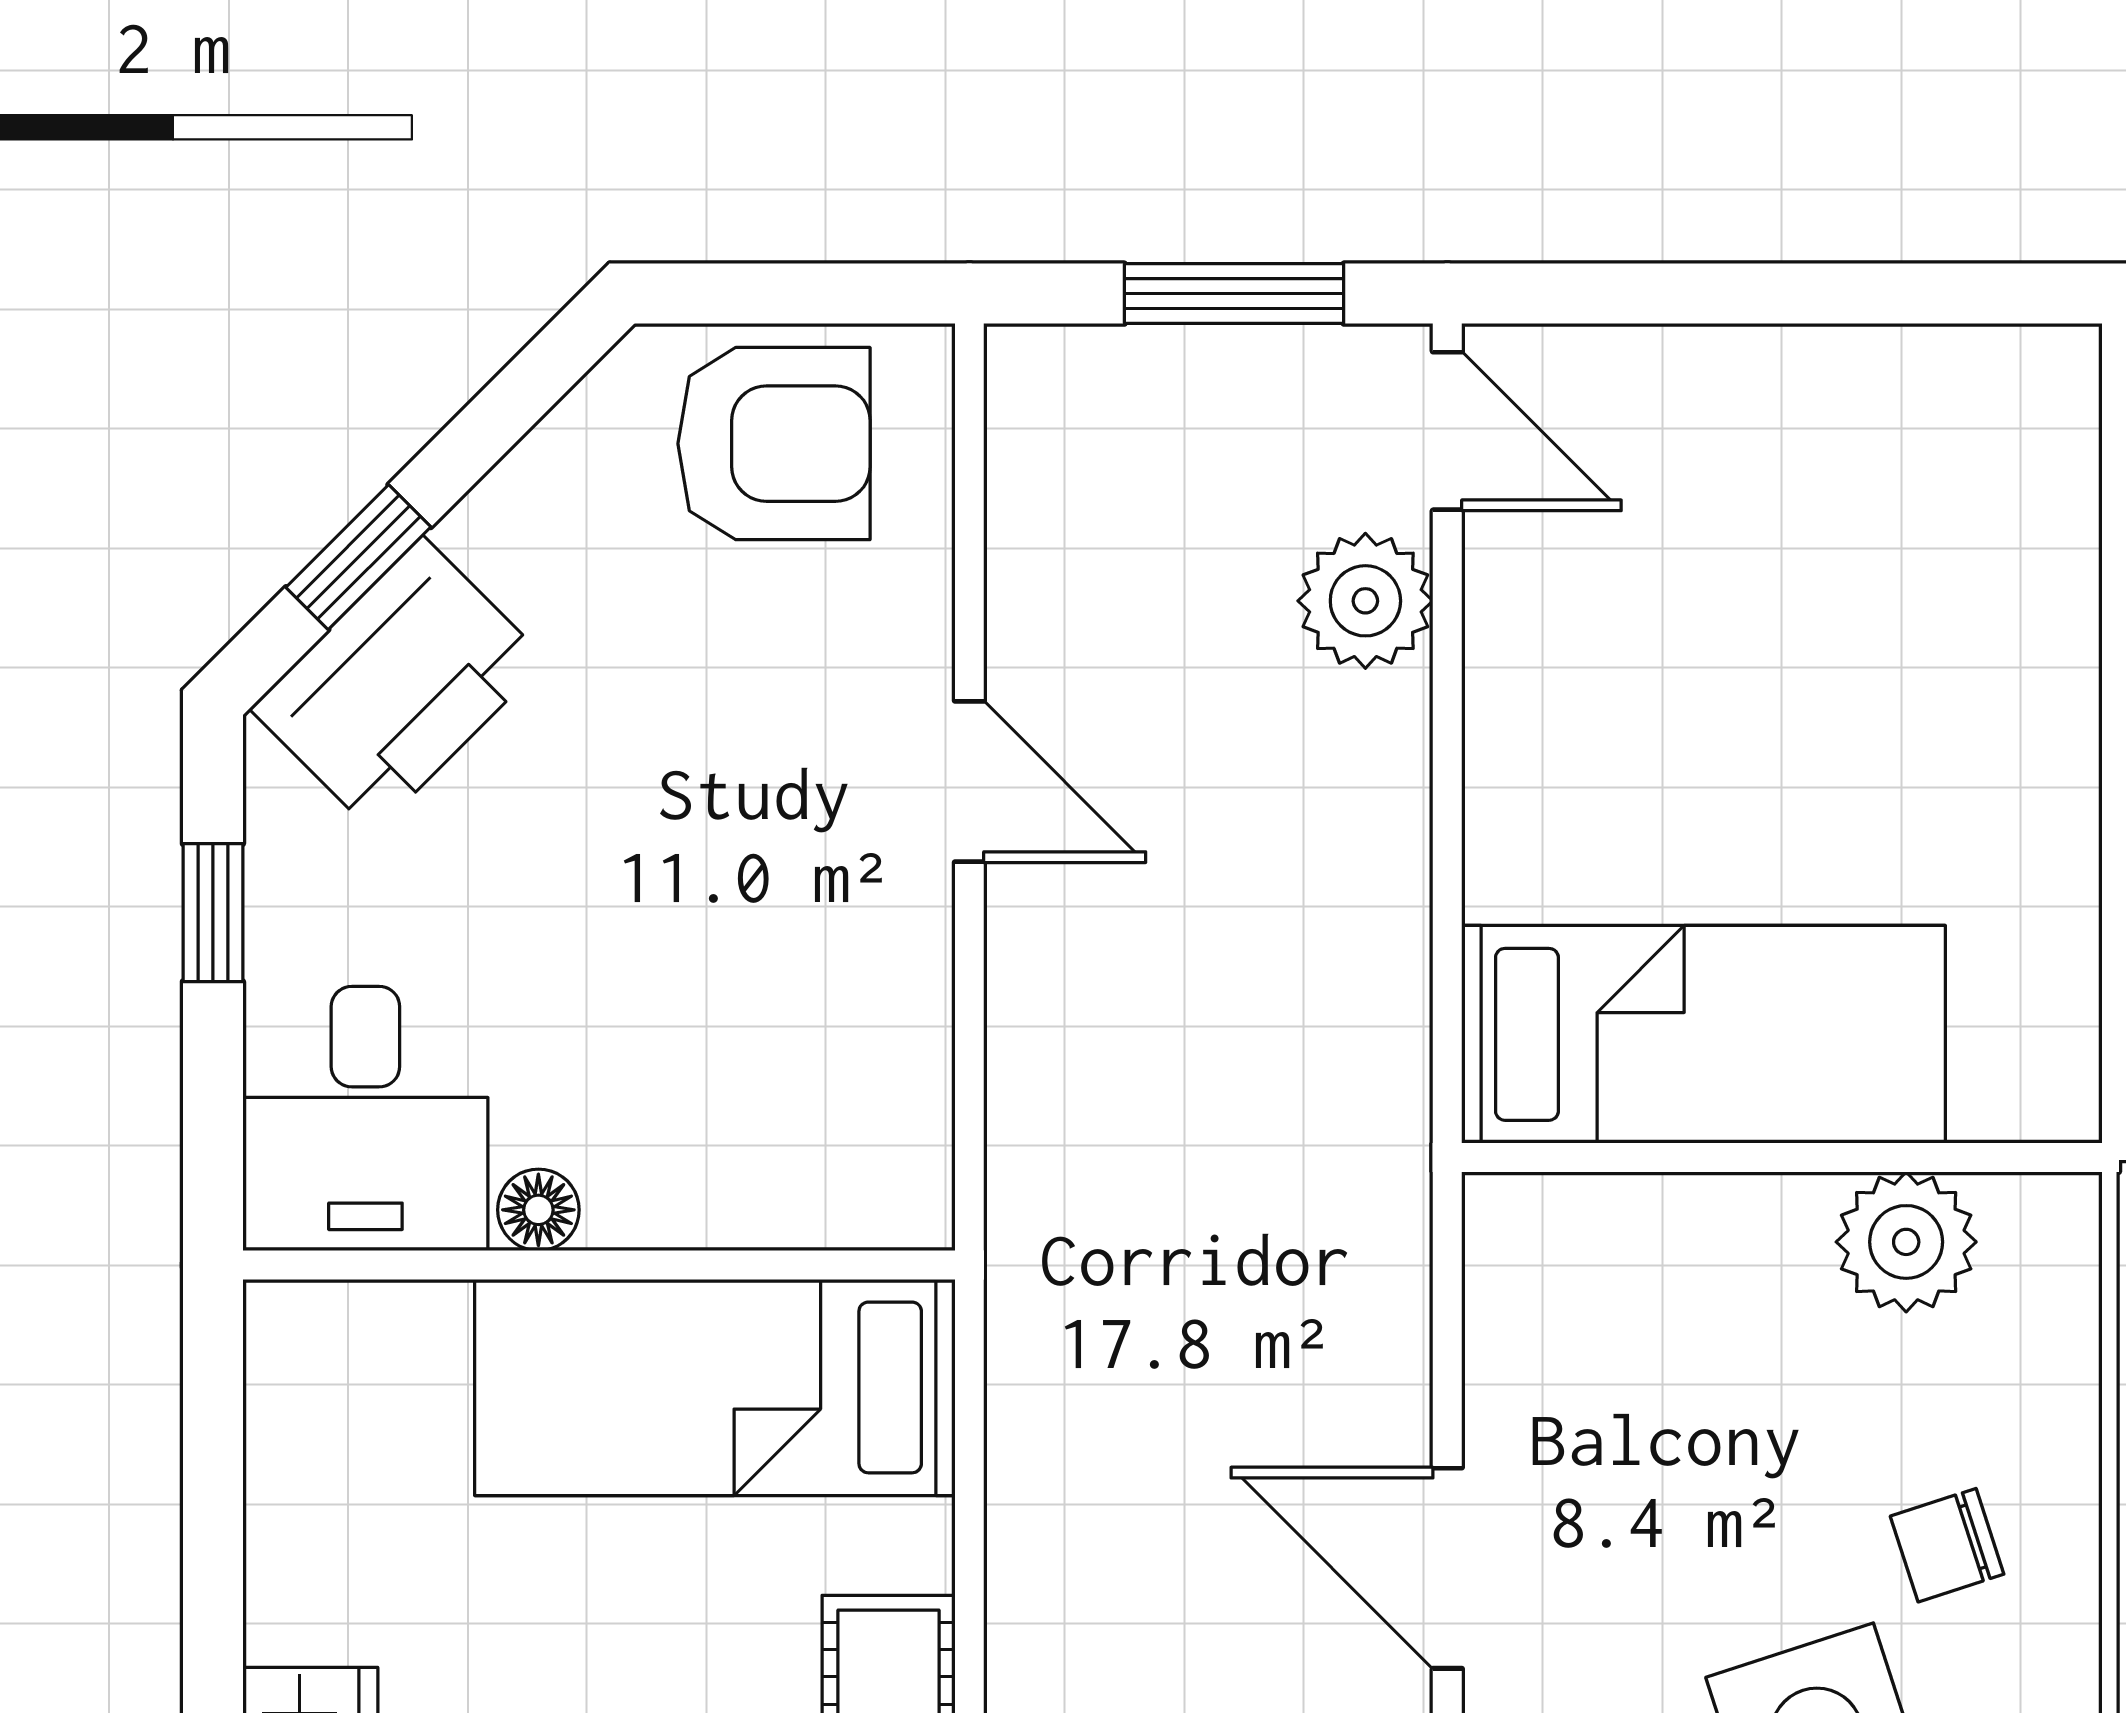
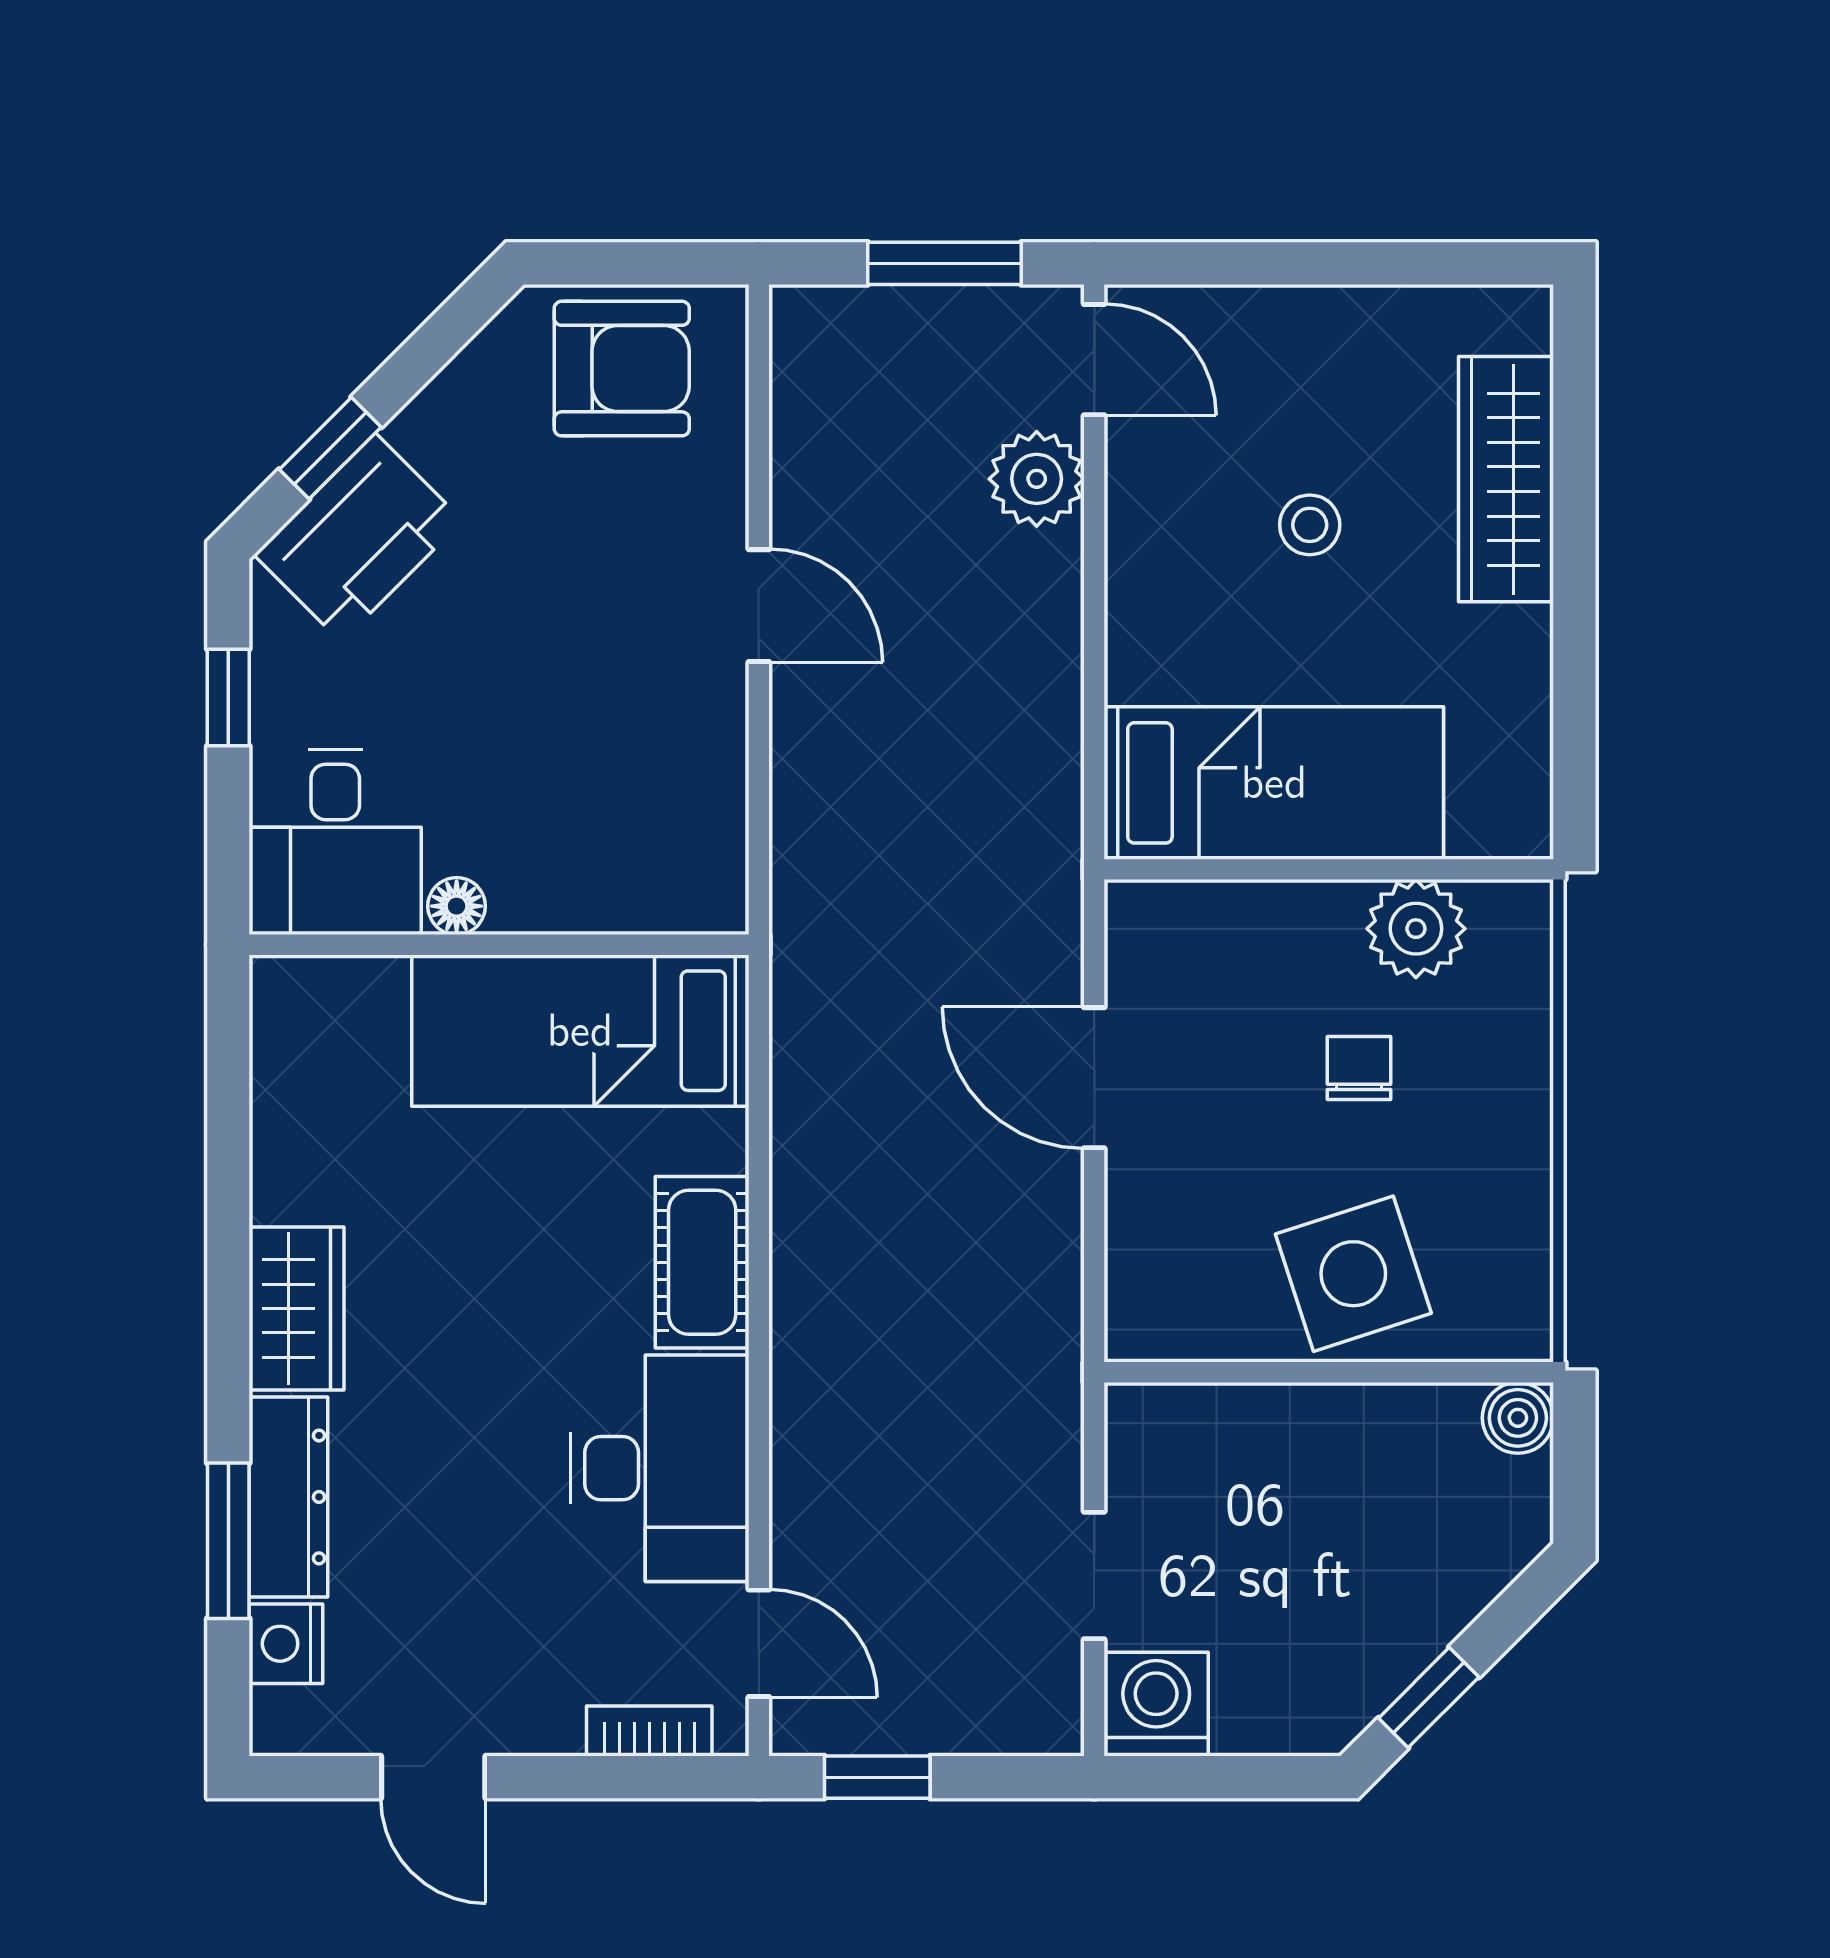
wardrobe: (2034, 601) -> (1506, 479), added
stool: (1755, 666) -> (1310, 525), added
chair: (1947, 1545) -> (1359, 1068), moved, turned 108
door: (1447, 1568) -> (1094, 1078), moved

